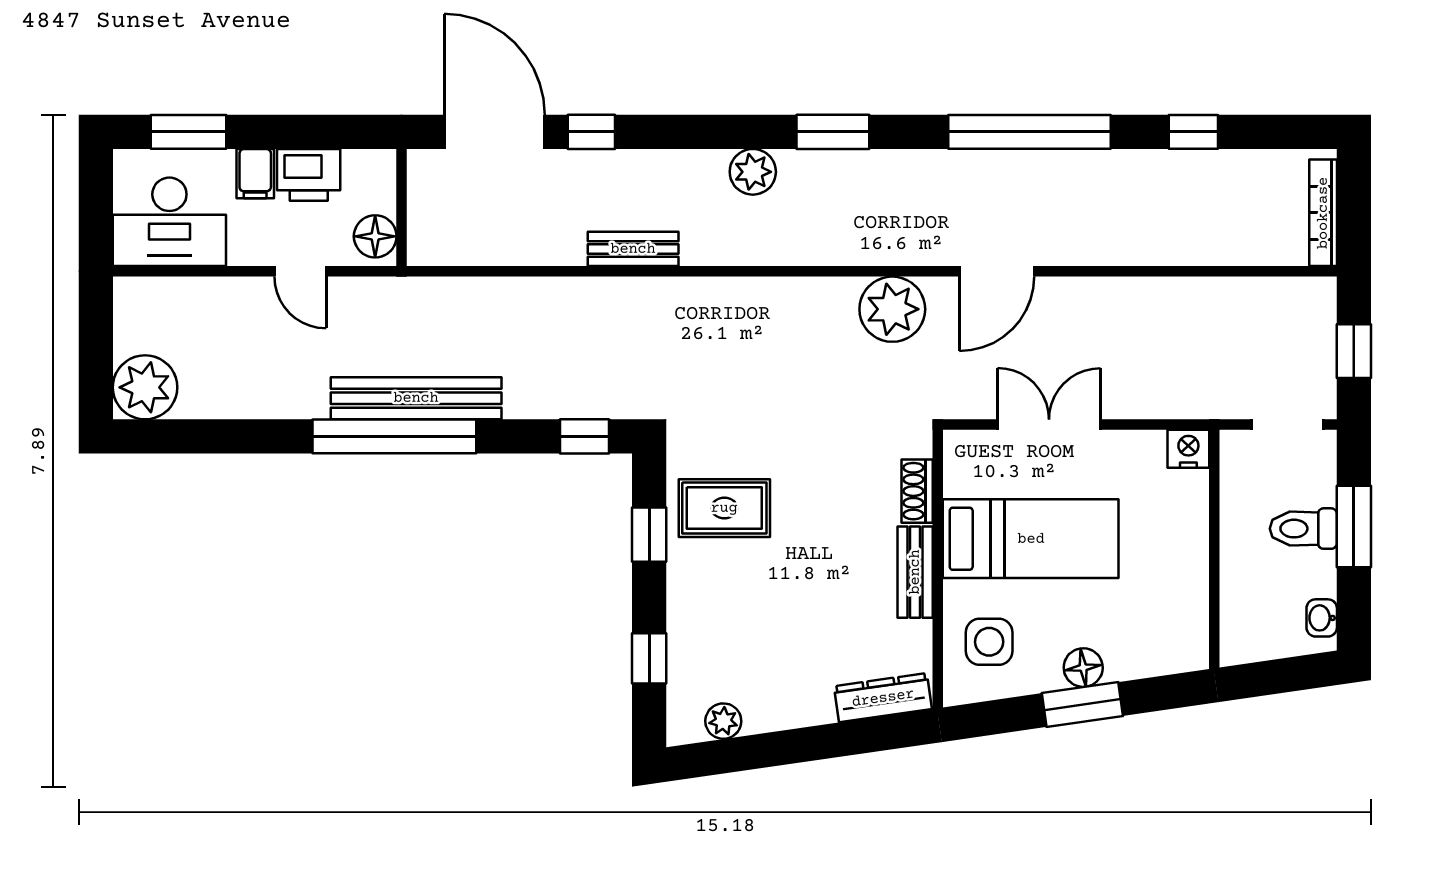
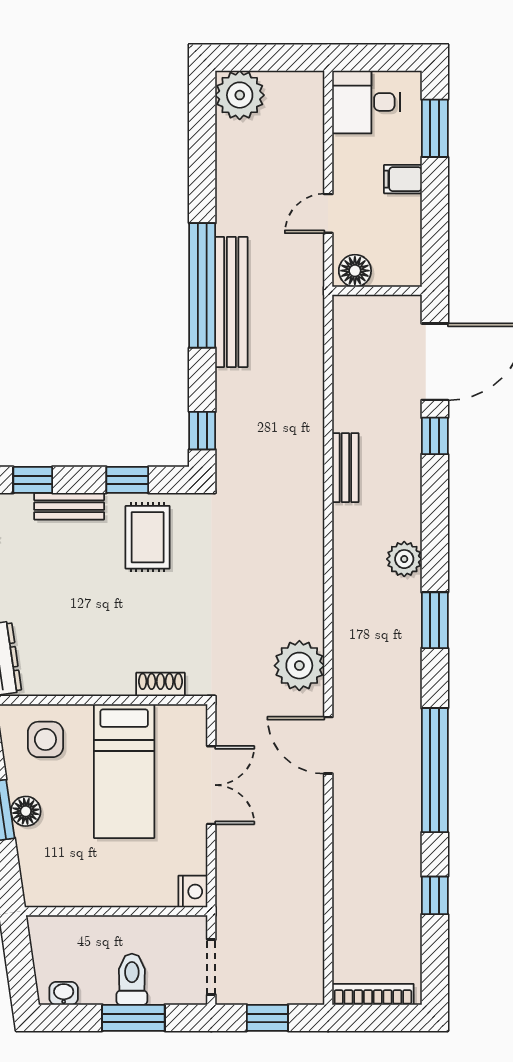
printer: (309, 175) -> (402, 220), removed
desk: (169, 222) -> (366, 102), width x0.73
bench: (915, 572) -> (69, 506), moved

